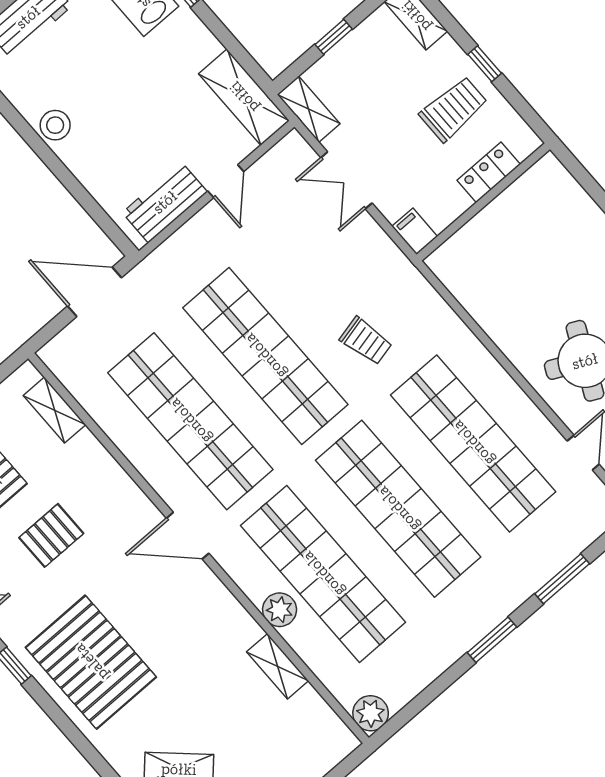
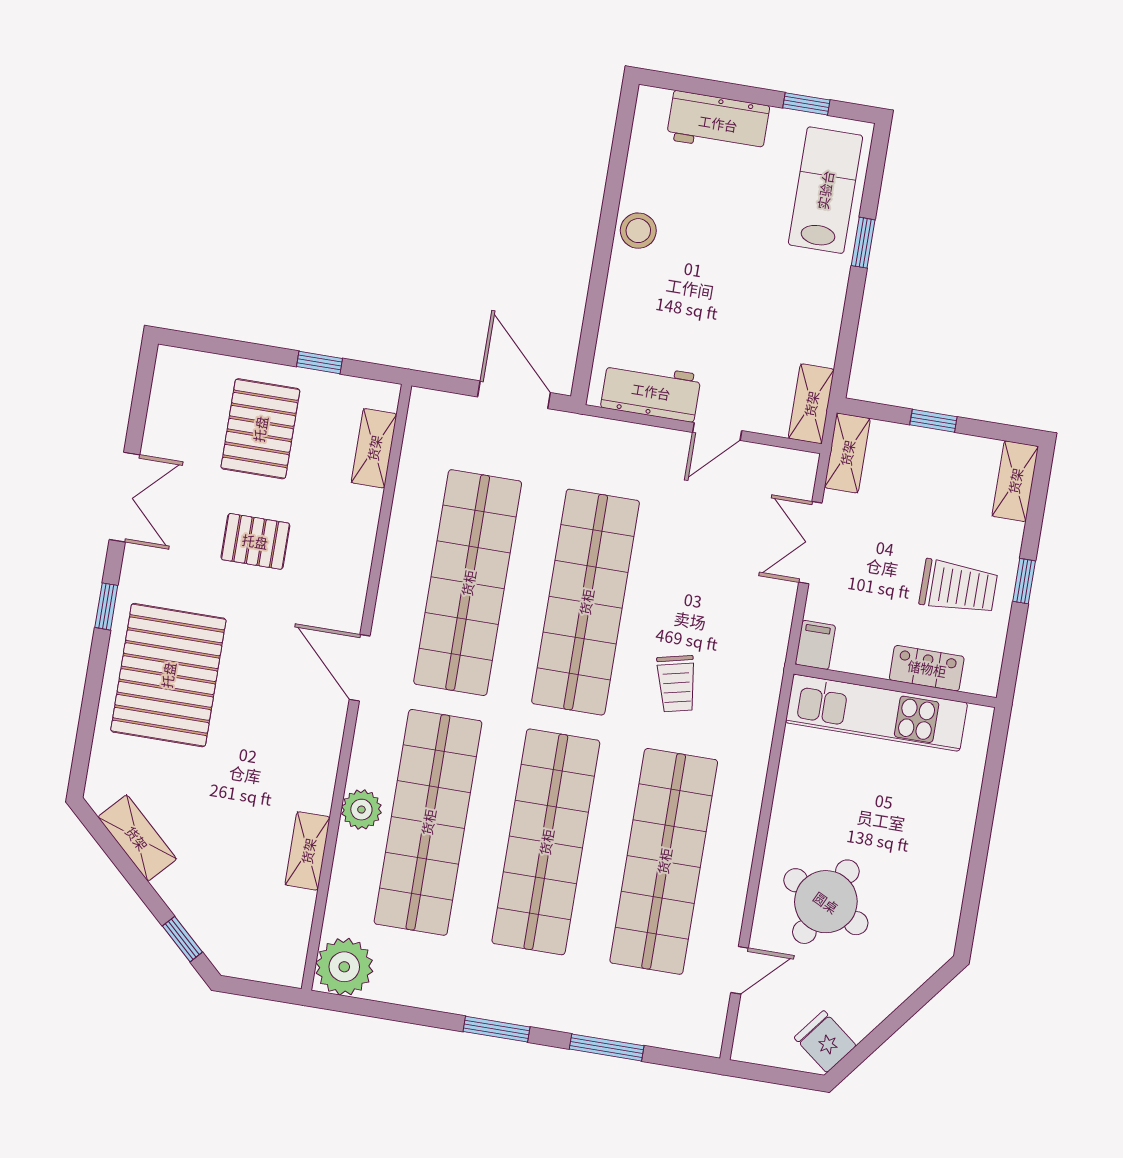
shelving: (244, 97) -> (811, 404), width x0.67, depth x0.75
kitchen unit: (491, 228) -> (876, 713), added
plant: (371, 713) -> (344, 967), width x1.36, depth x1.36

